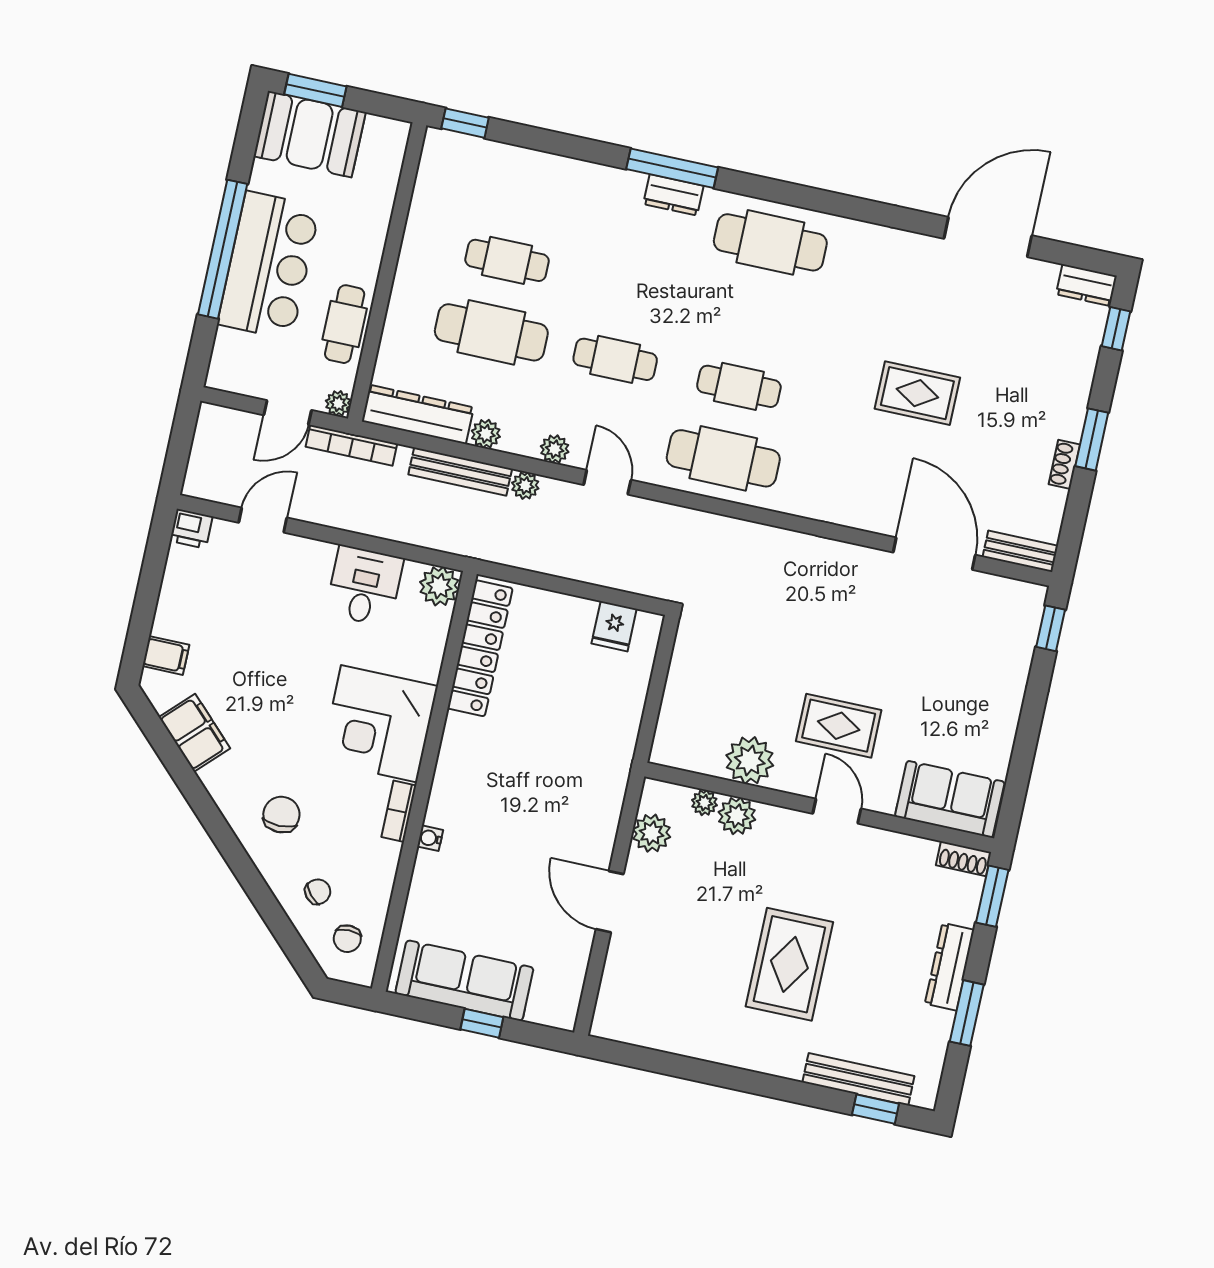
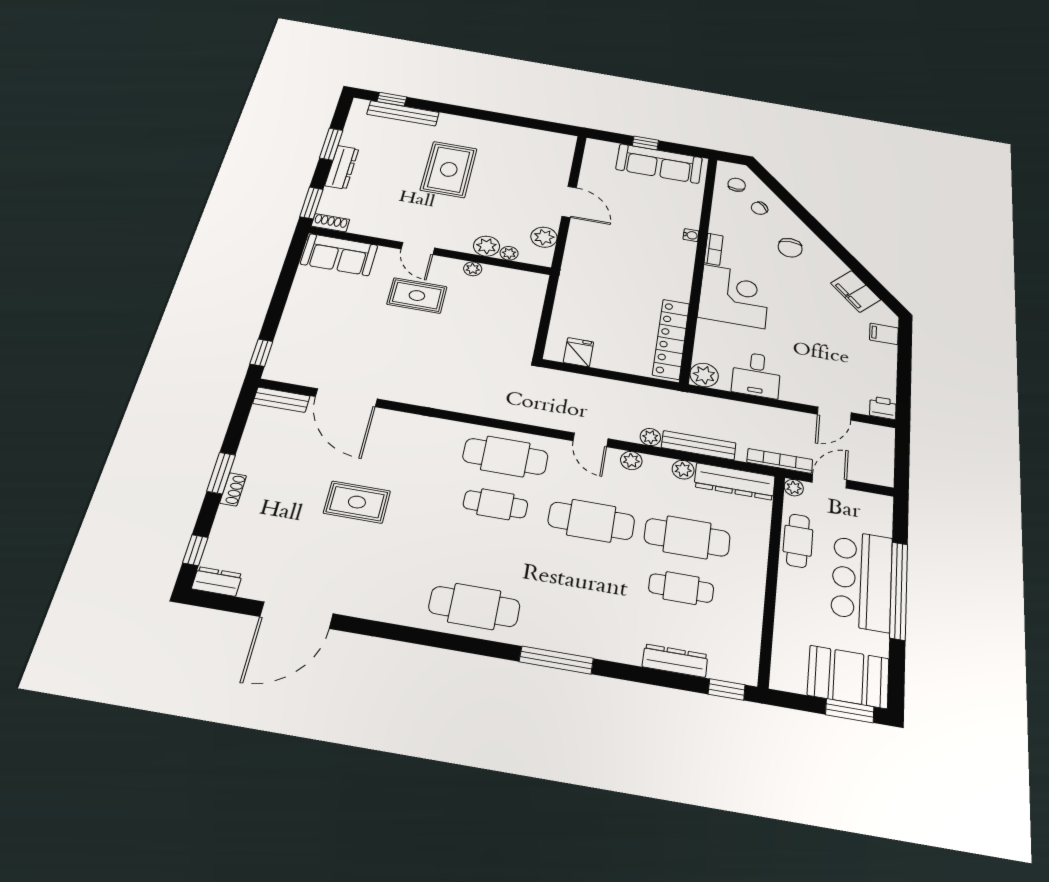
dresser: (673, 195) -> (675, 661), moved, width x1.44
cafe table: (615, 359) -> (591, 521), width x1.37, depth x1.35
shoe rack: (1064, 464) -> (233, 489), moved
plant: (750, 760) -> (473, 269), width x0.53, depth x0.53

